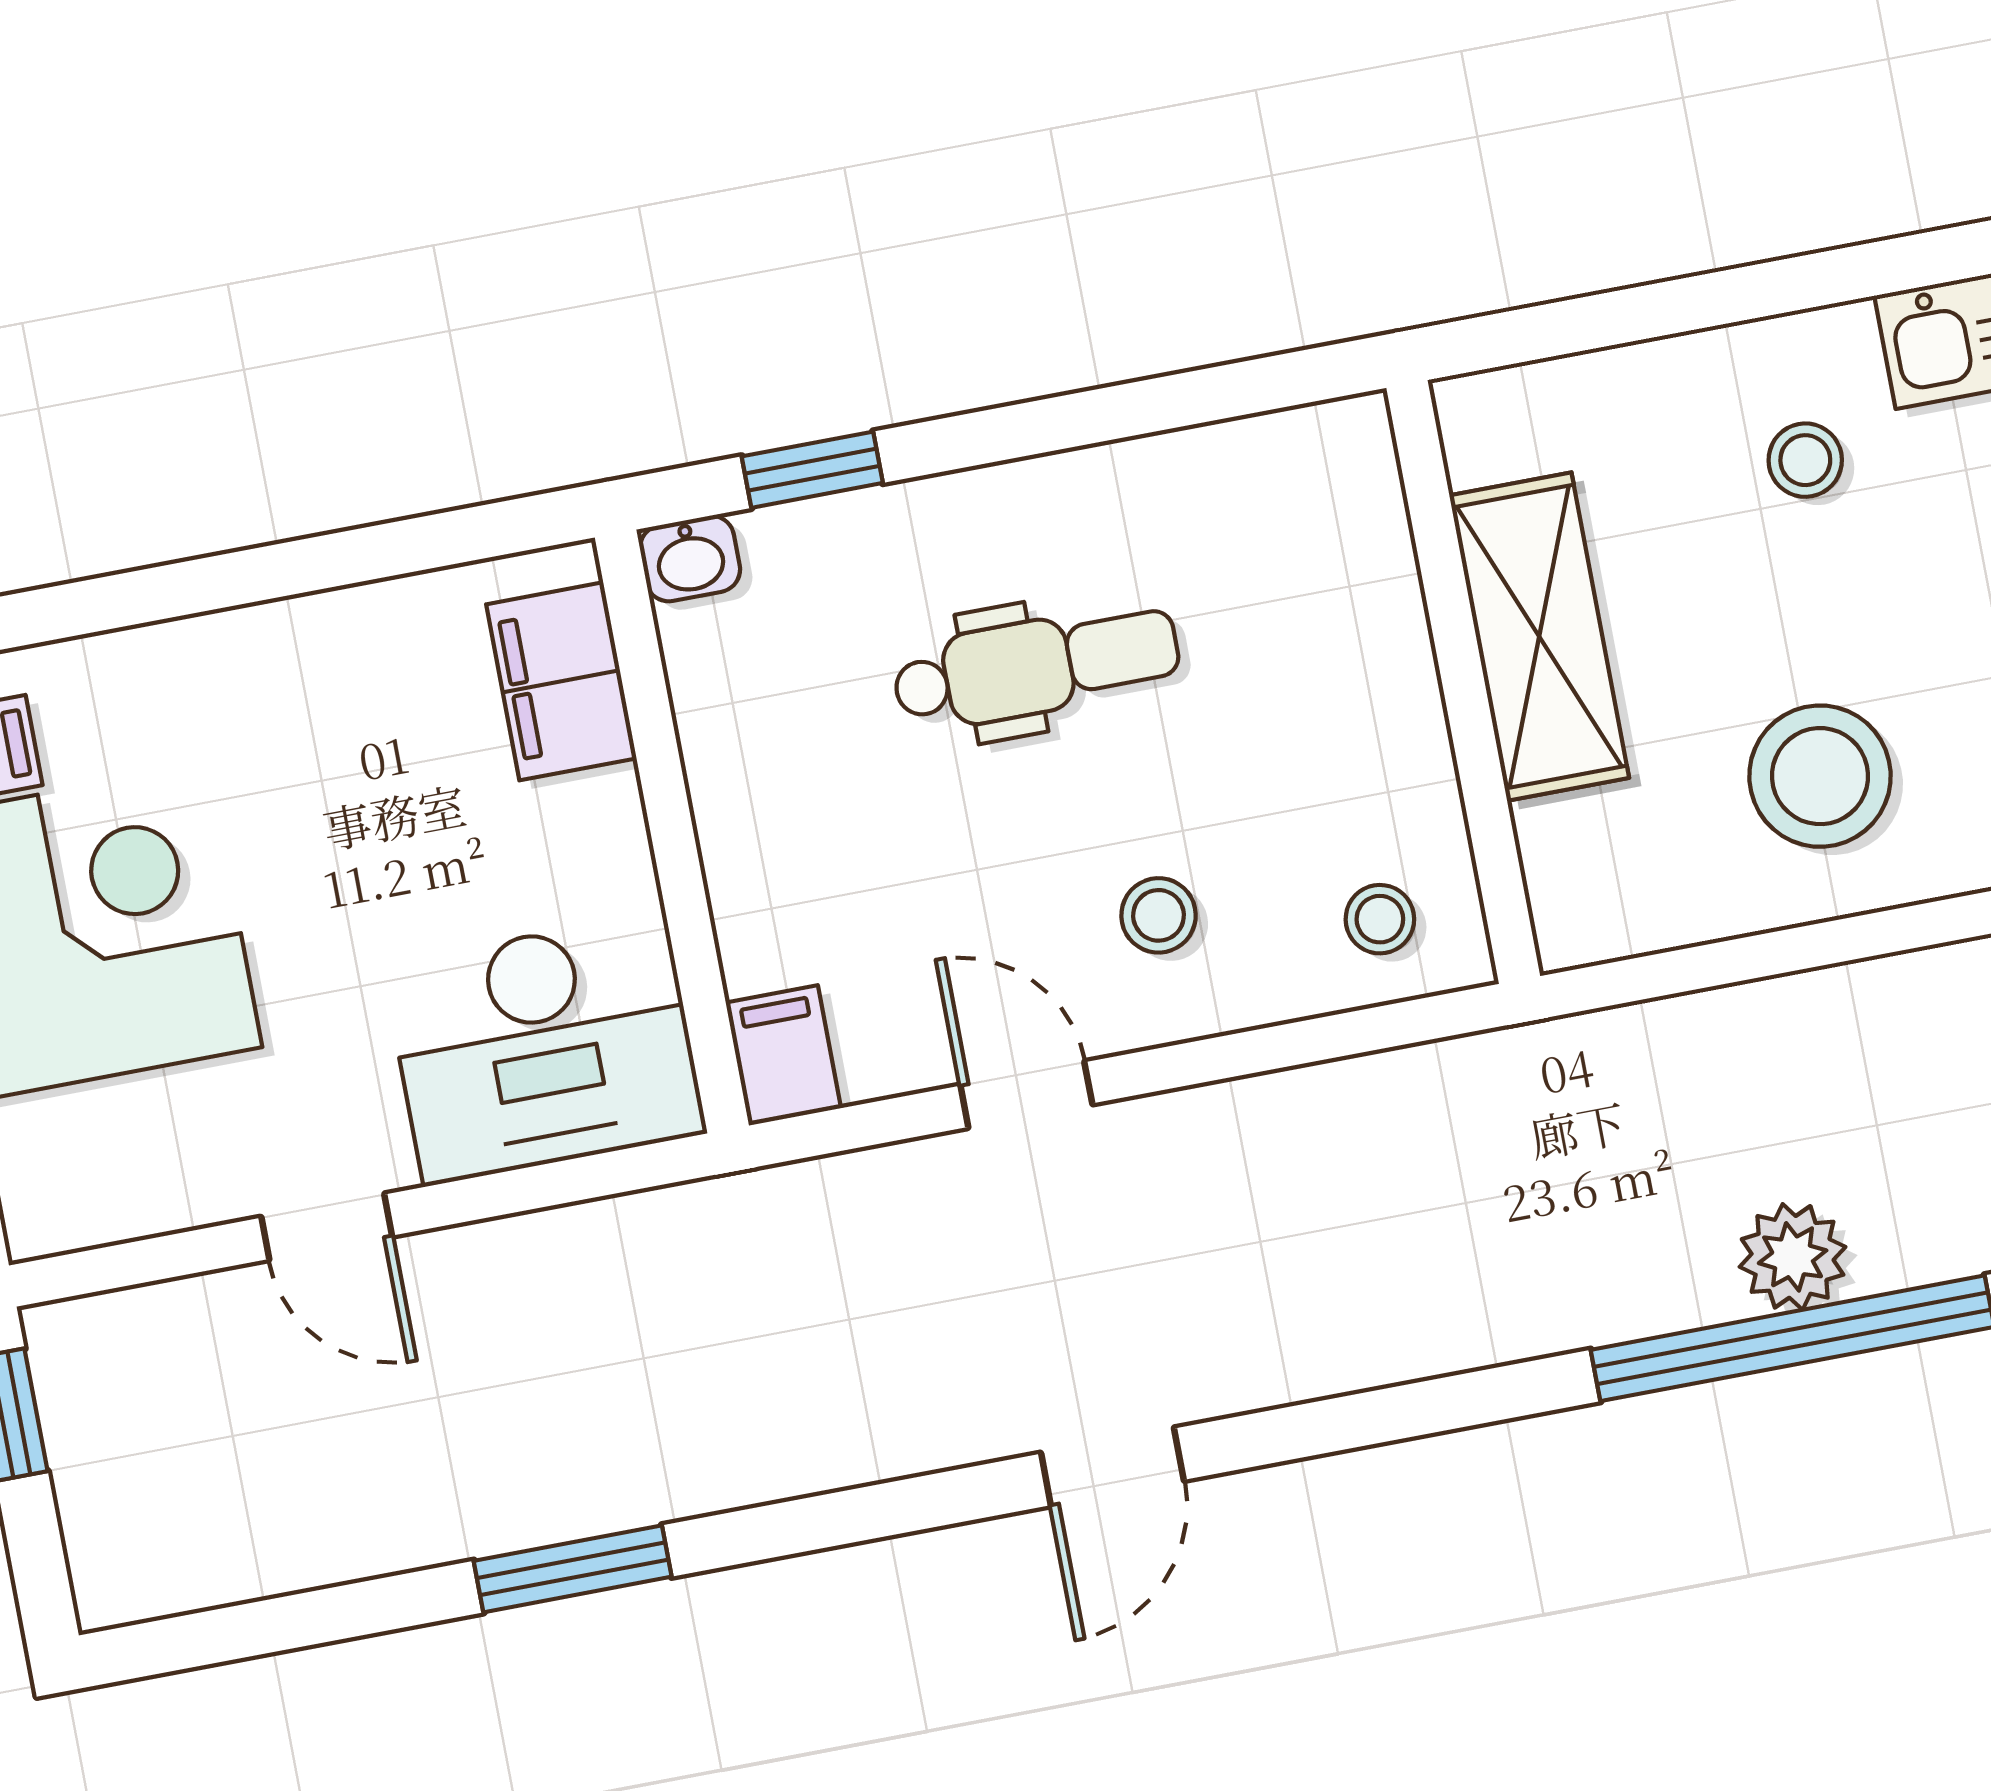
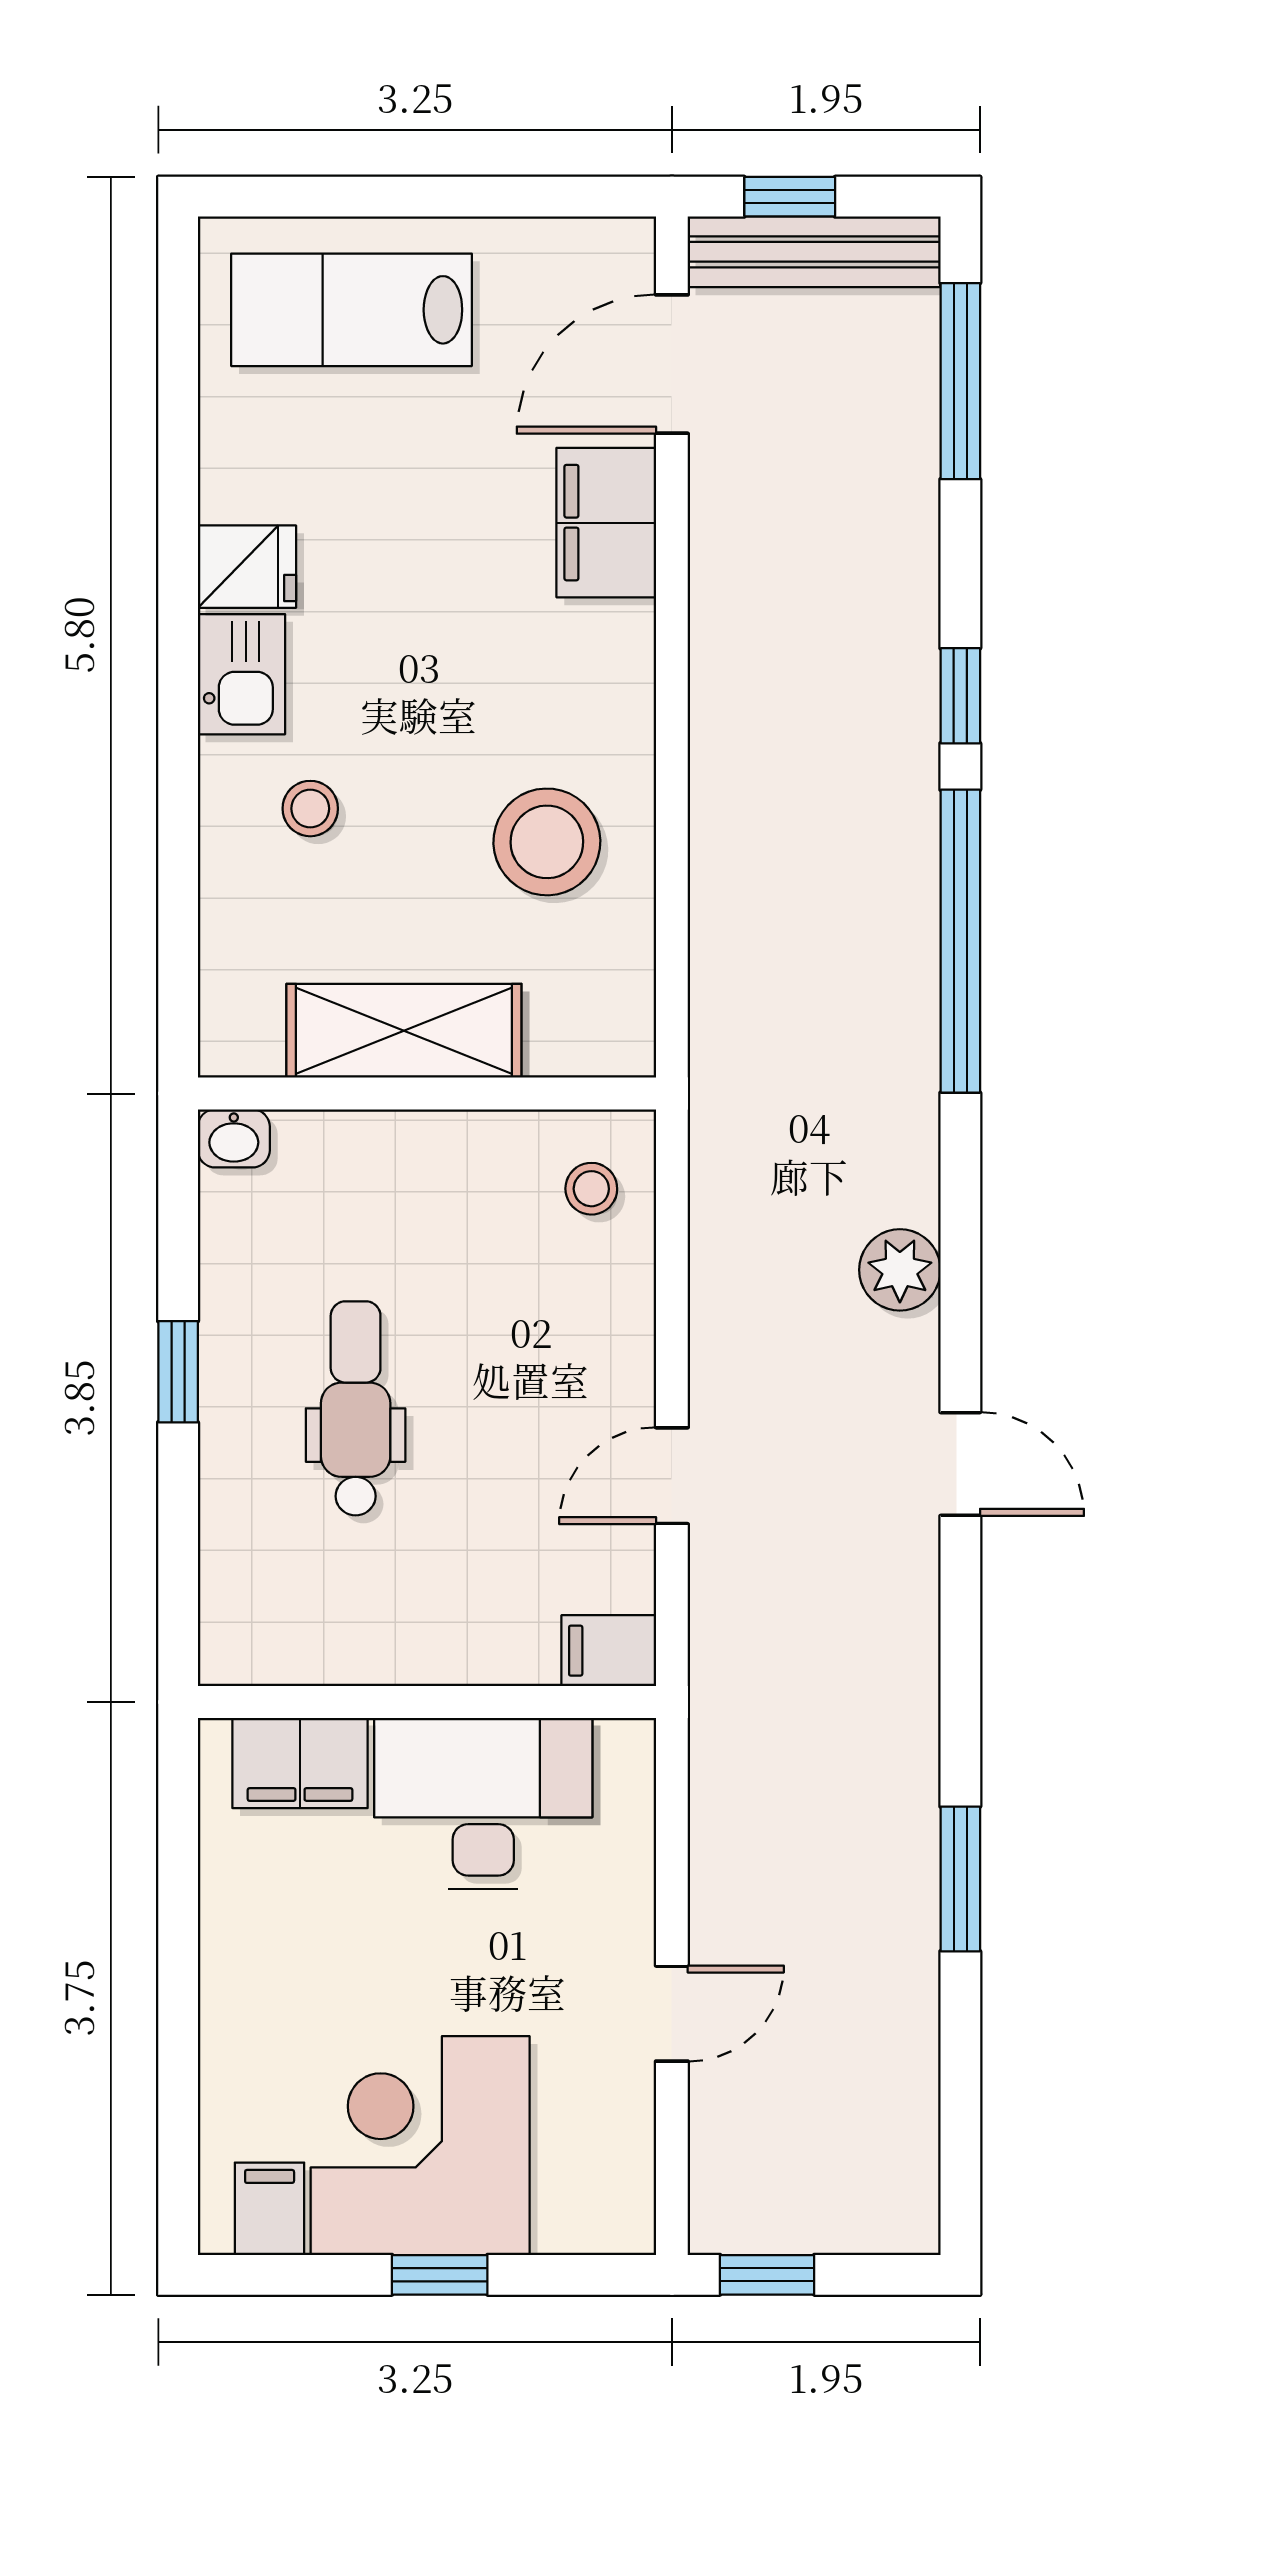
window: (812, 470) -> (178, 1372), moved
washbasin: (690, 559) -> (234, 1138), moved, turned 90
stool: (1159, 915) -> (557, 1352), removed
desk: (545, 1049) -> (483, 1804), moved, turned -90
plant: (1793, 1257) -> (900, 1270), moved

